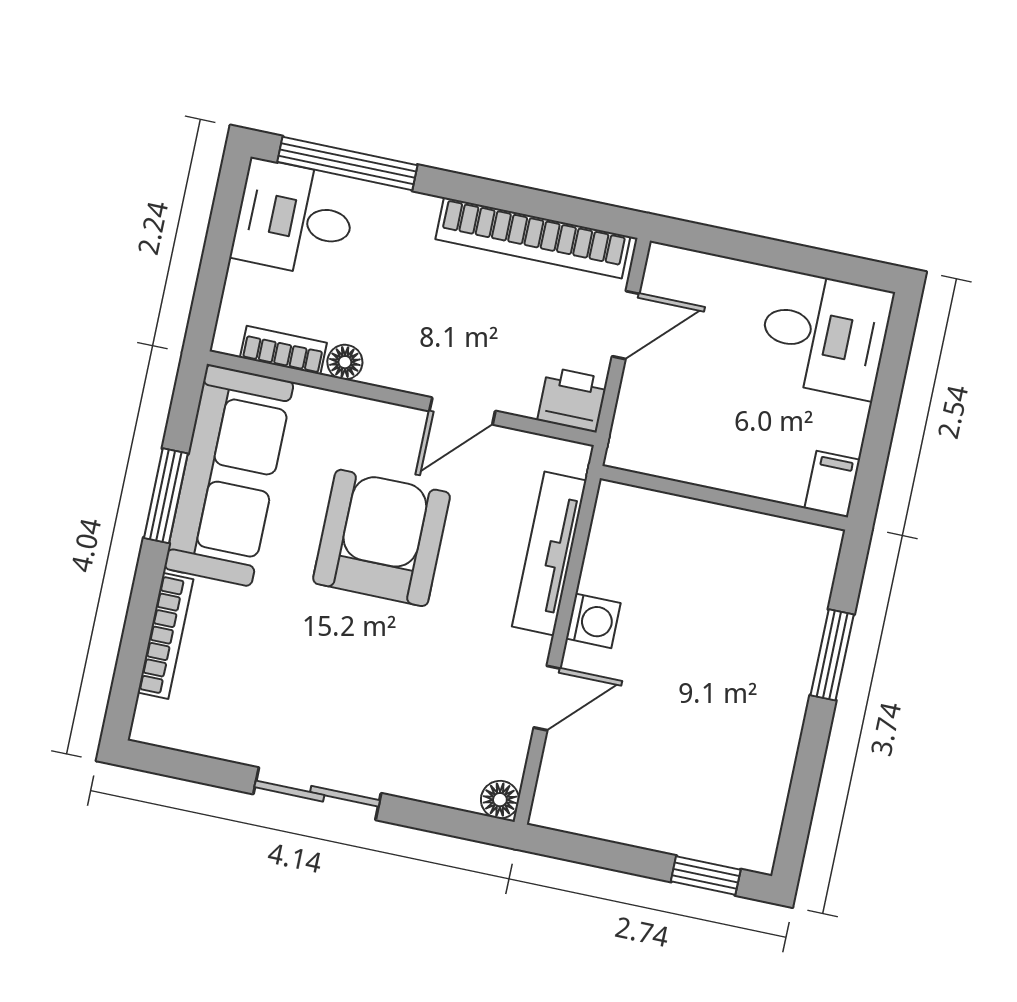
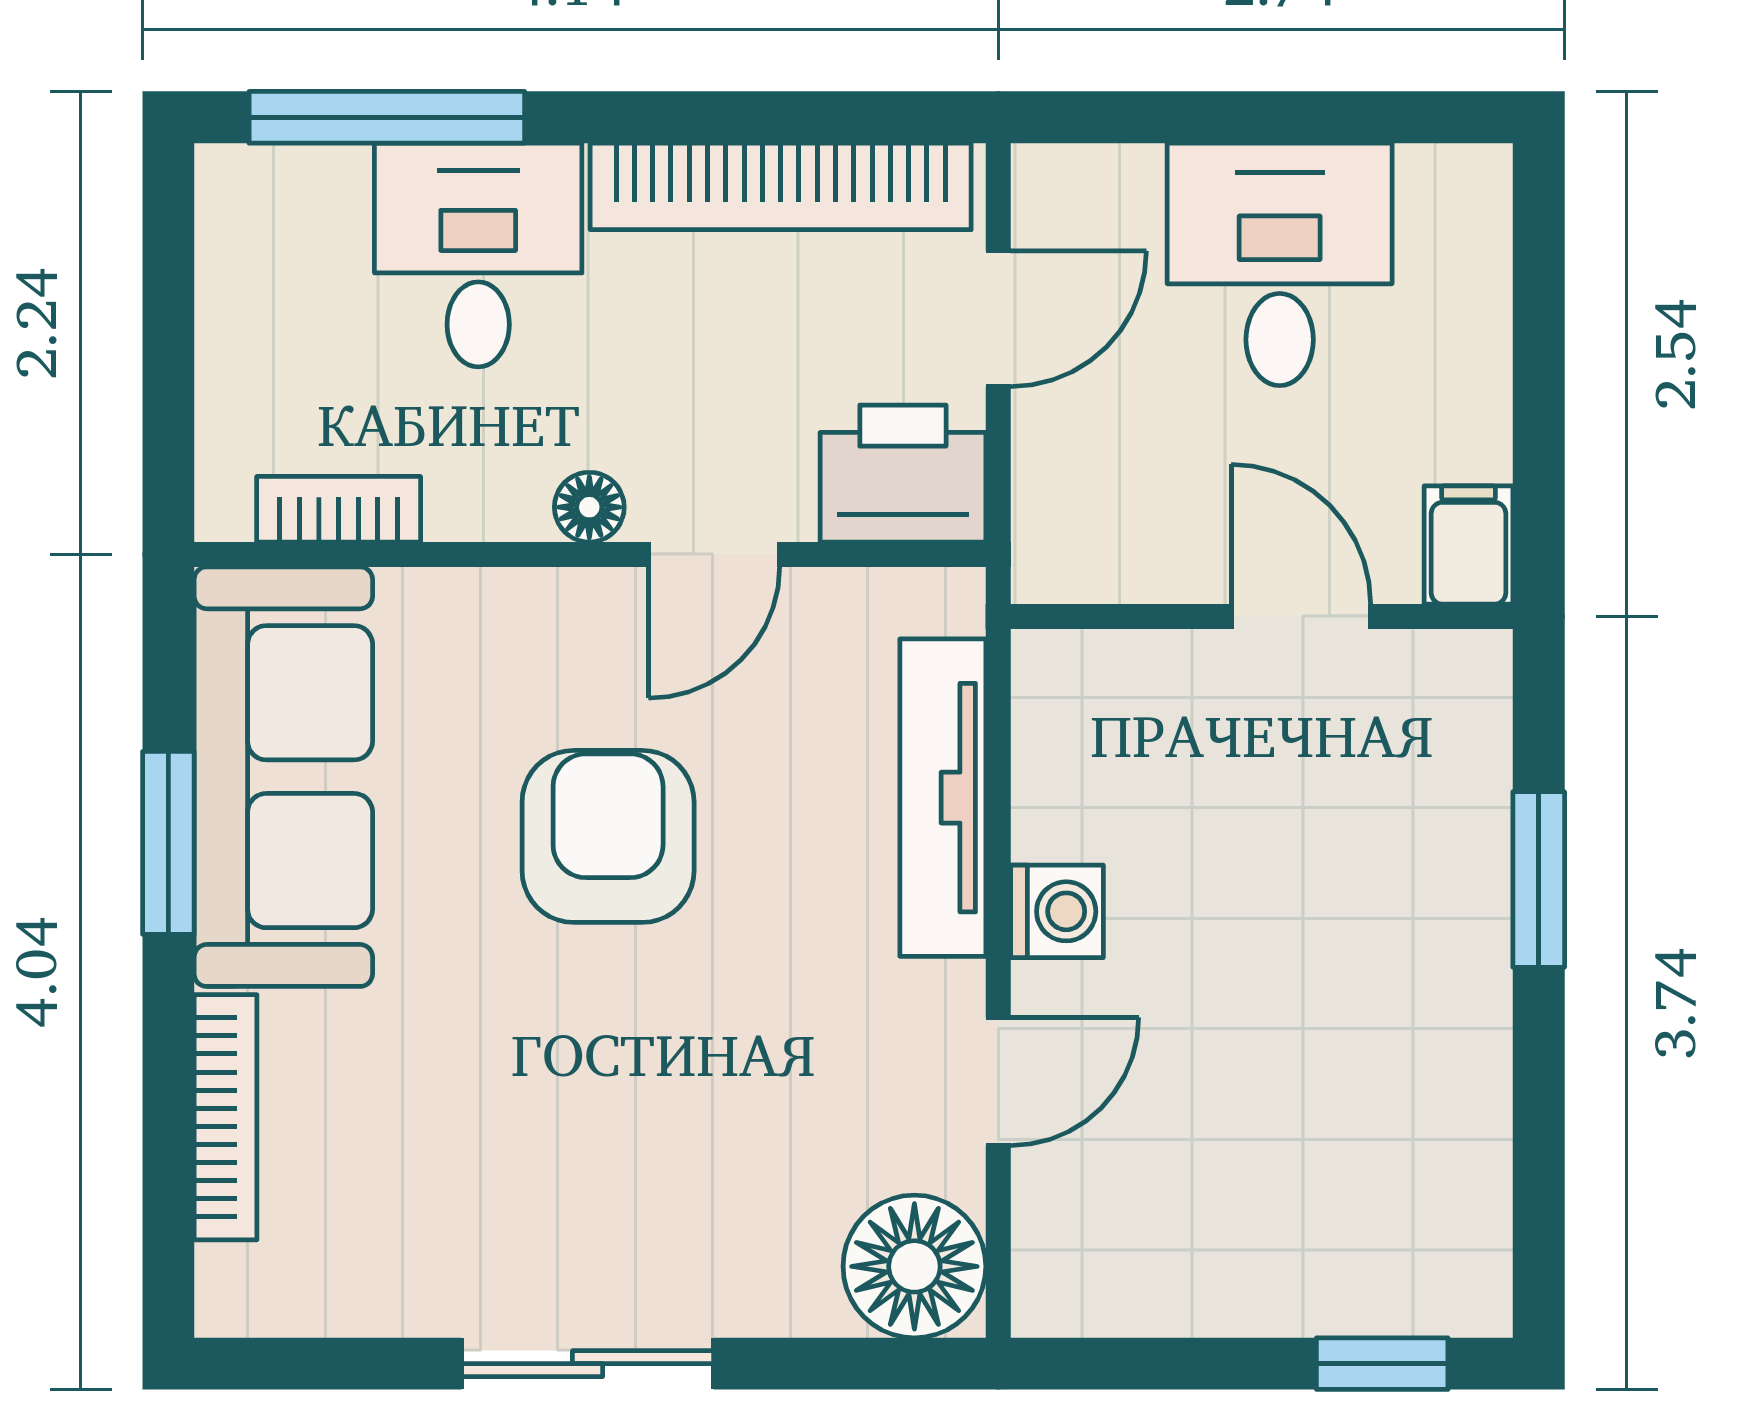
desk: (295, 219) -> (478, 255), moved, turned 90
desk: (825, 335) -> (1280, 264), moved, turned -90
floor lamp: (345, 362) -> (589, 507), moved
printer: (573, 400) -> (903, 474), width x1.36, depth x1.24
door: (743, 502) -> (1301, 616), added
armchair: (382, 538) -> (608, 836), width x0.73, depth x0.73
floor lamp: (500, 800) -> (914, 1266), width x1.89, depth x1.89

